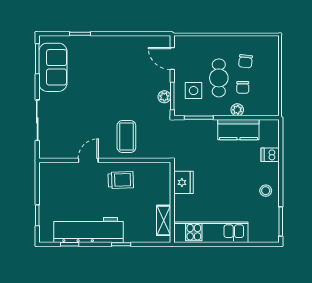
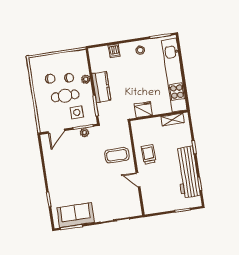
kitchen counter: (238, 130) -> (101, 87), moved
kitchen unit: (211, 232) -> (174, 75), width x1.36

